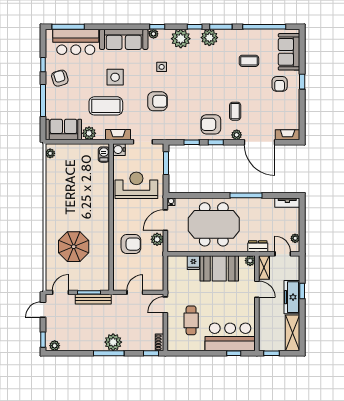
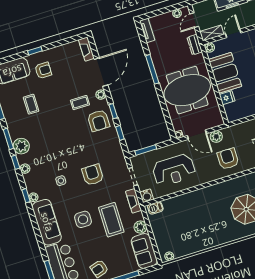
plant: (181, 39) -> (25, 169), width x0.53, depth x0.53
reception desk: (136, 185) -> (174, 170), turned -90
meeting table: (214, 224) -> (187, 90), turned 90

